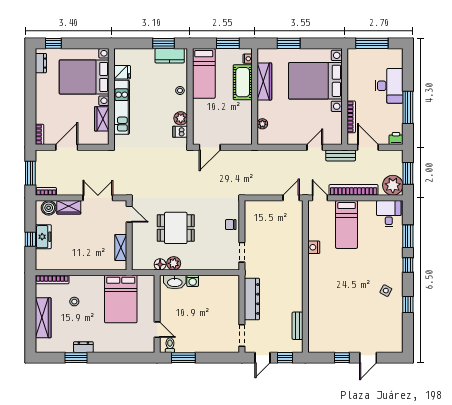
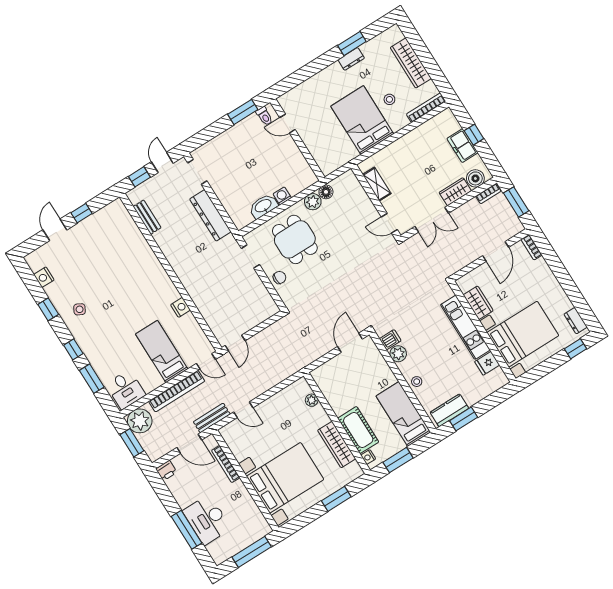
window: (408, 107) -> (186, 530), moved
door: (315, 147) -> (243, 410), hinge flipped
dining table: (176, 228) -> (295, 239), moved, turned 90
washbasin: (175, 282) -> (263, 206), moved
bed: (121, 299) -> (362, 120), moved
nightstand: (397, 329) -> (44, 277), added

